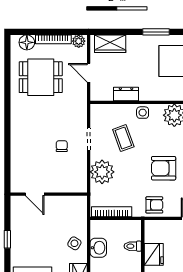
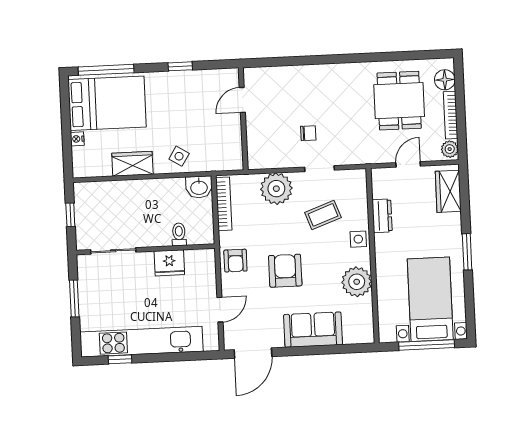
washbasin: (98, 248) -> (199, 187), moved

